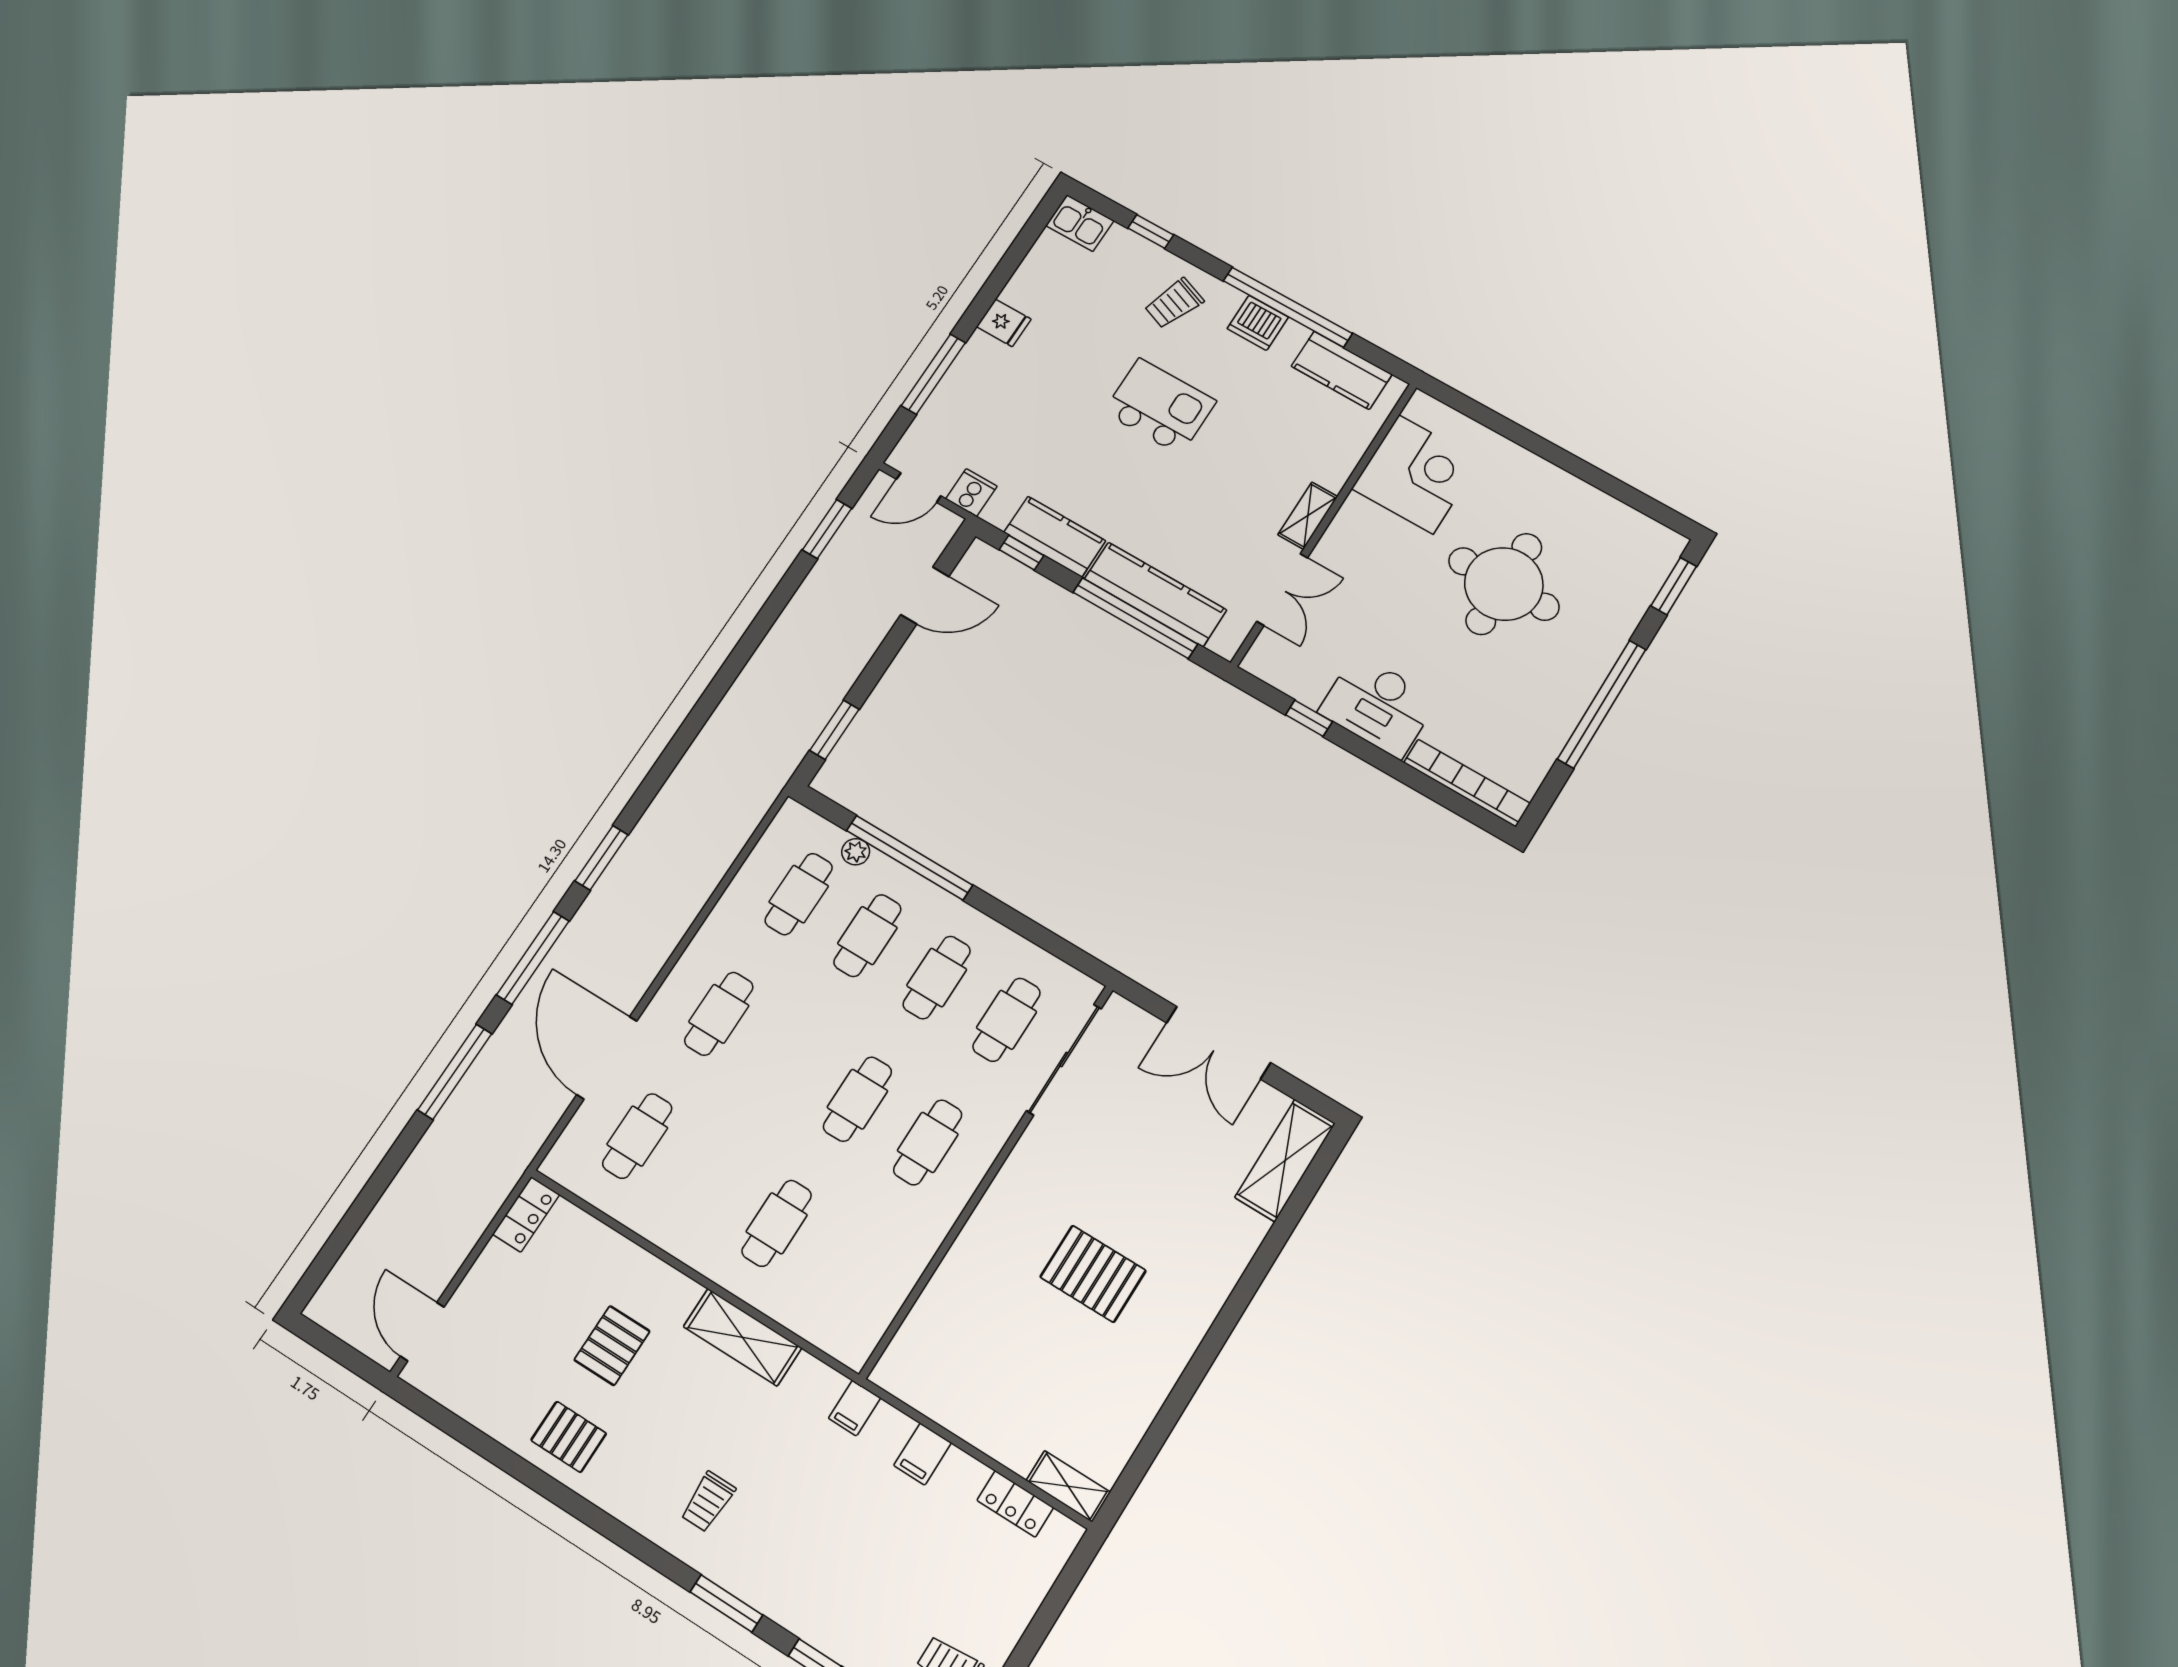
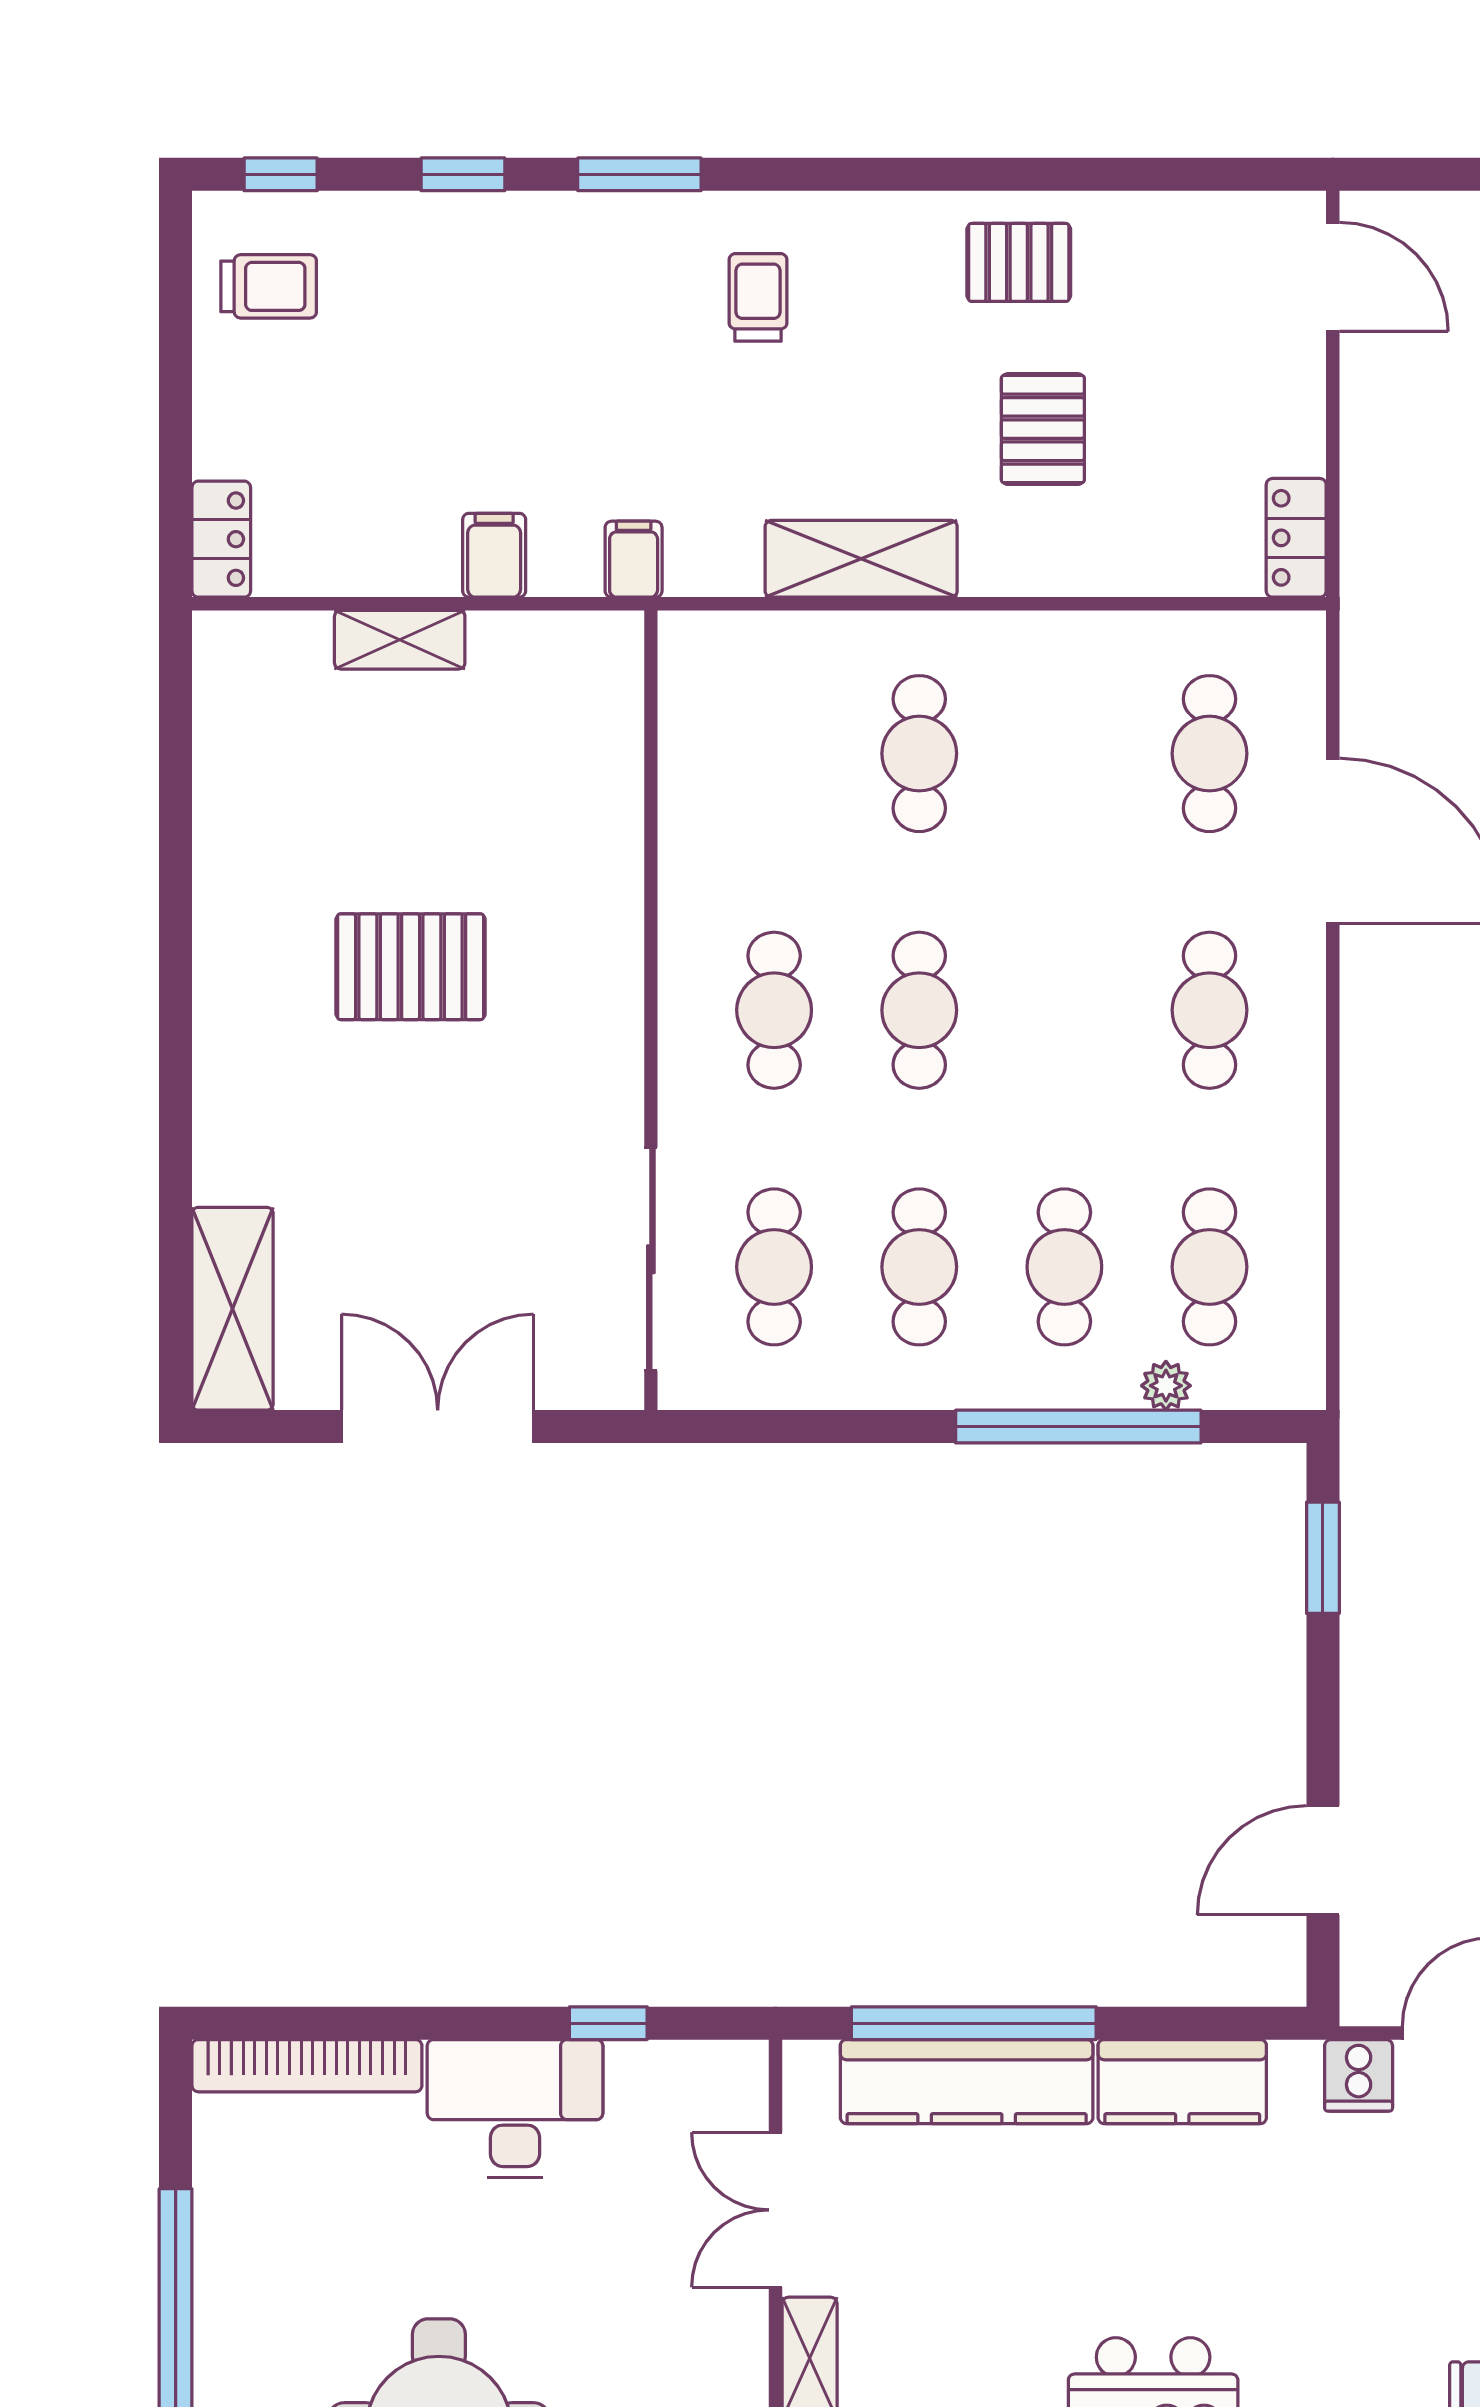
window: (1021, 553) -> (1217, 2023), removed
shelving: (1068, 1486) -> (400, 640), moved
locker: (1015, 1504) -> (221, 539), moved, turned 90

